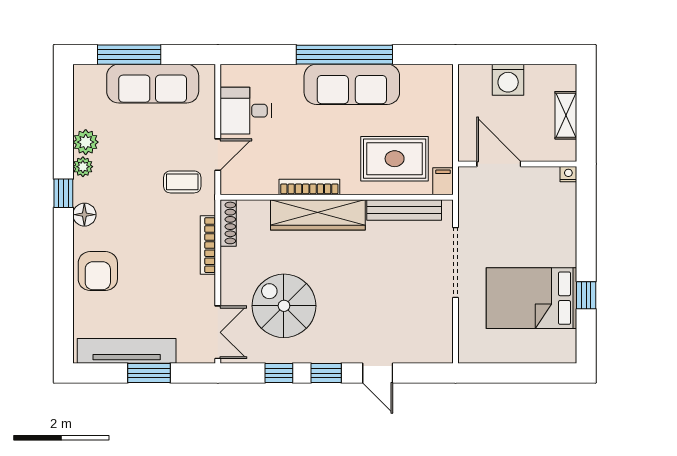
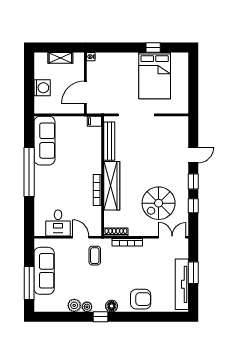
sofa: (352, 84) -> (44, 141), moved
rug: (395, 159) -> (83, 146), removed

